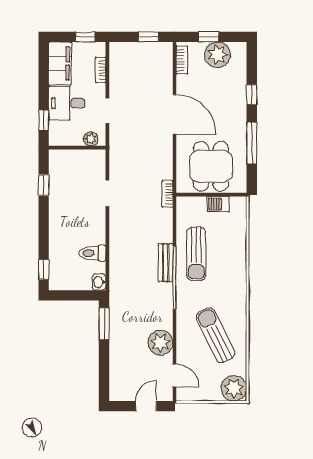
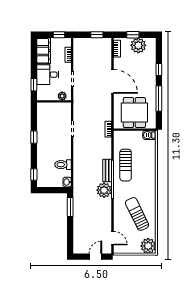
window: (44, 185) -> (34, 137), moved
barbecue: (218, 204) -> (149, 135), moved
plant: (160, 343) -> (104, 190), moved

